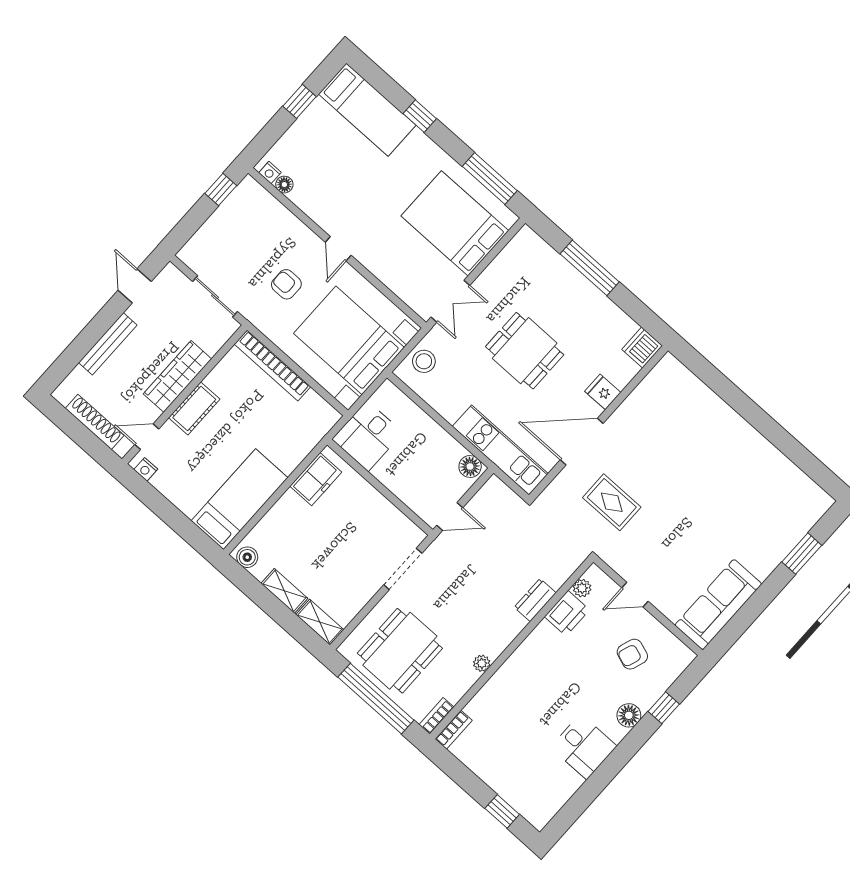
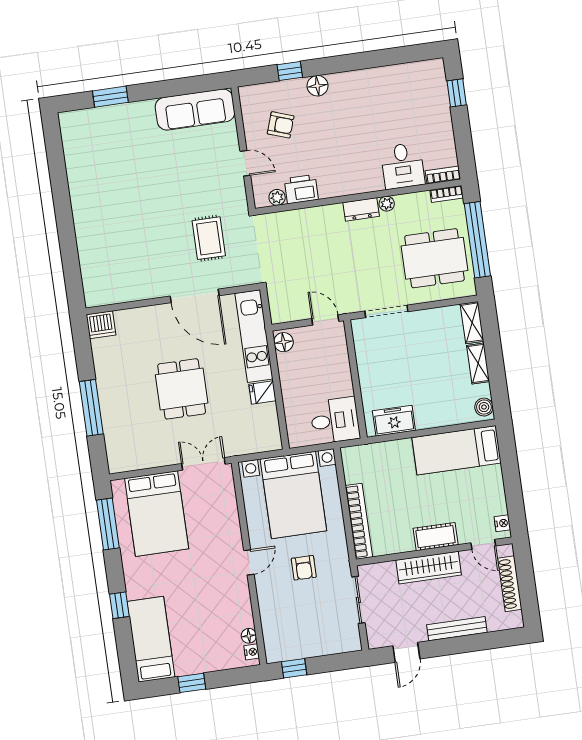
stool: (424, 361) -> (255, 439), removed
fridge: (603, 392) -> (262, 393), moved, turned 90
dresser: (535, 600) -> (361, 209), moved
desk: (584, 747) -> (403, 166), moved, turned 180

